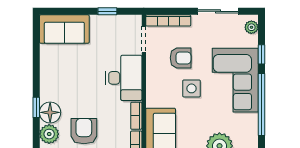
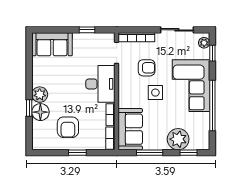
window: (262, 54) -> (212, 53), moved
armchair: (84, 131) -> (68, 127), turned 180
plant: (49, 134) -> (40, 95), moved

